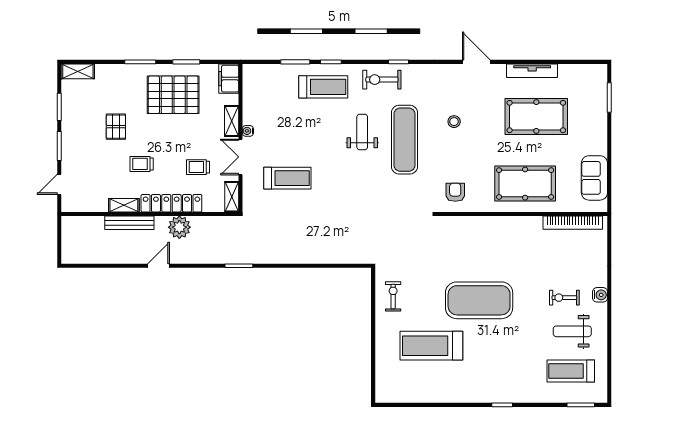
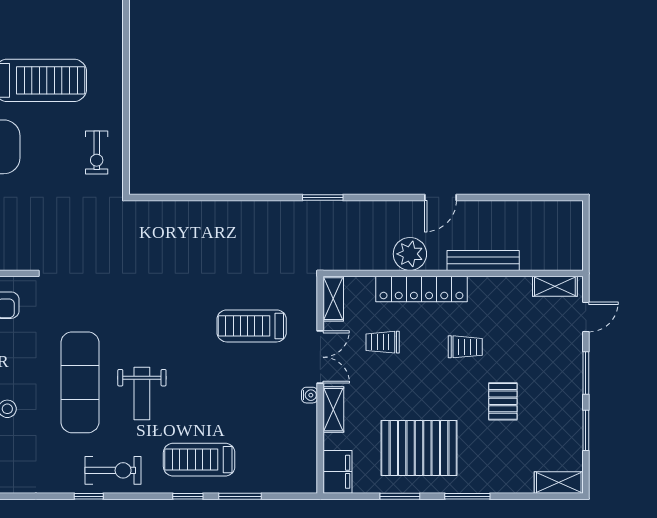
trolley: (198, 167) -> (383, 342), turned 180
shelving: (124, 205) -> (555, 286), moved

